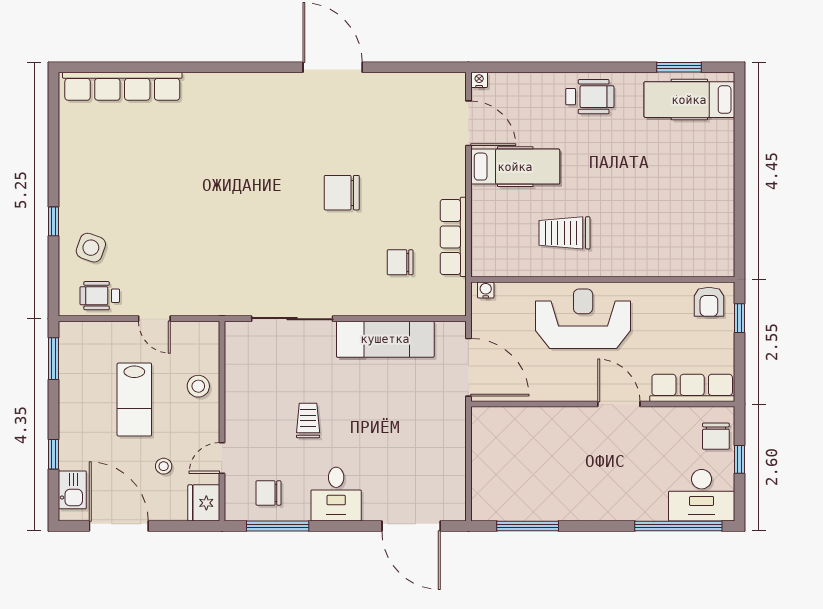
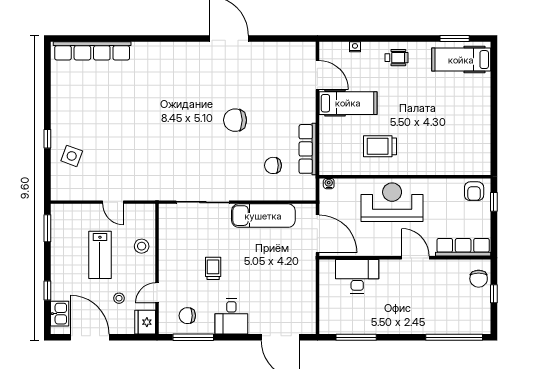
nightstand: (479, 80) -> (355, 47), moved
wheelchair: (590, 97) -> (396, 58), width x0.73, depth x0.73
wheelchair: (100, 296) -> (77, 187), removed
desk: (702, 495) -> (357, 276), moved, turned 180

